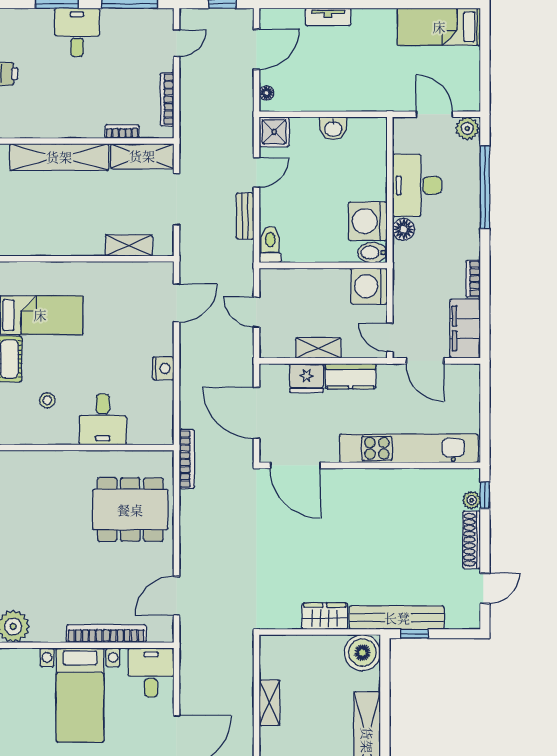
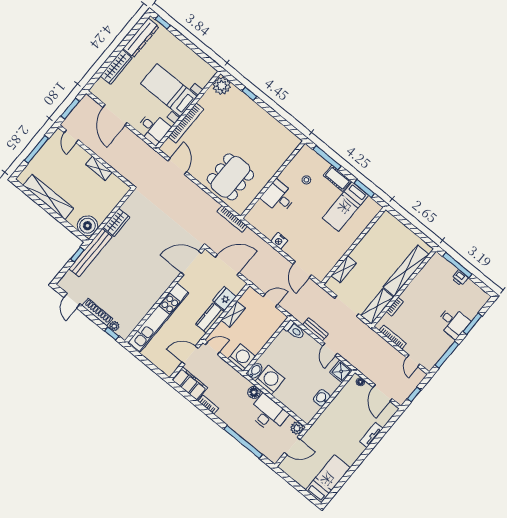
plant: (467, 128) -> (297, 428), moved

